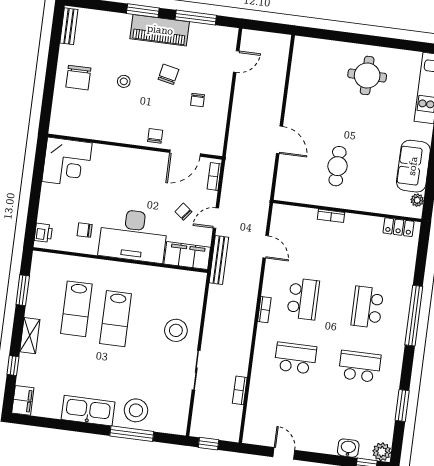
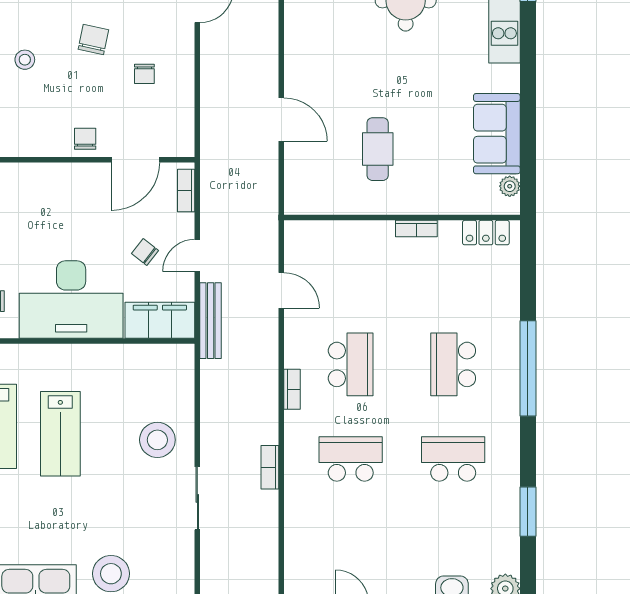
bookcase: (331, 216) -> (416, 228), moved
bookcase: (240, 390) -> (270, 467), moved

